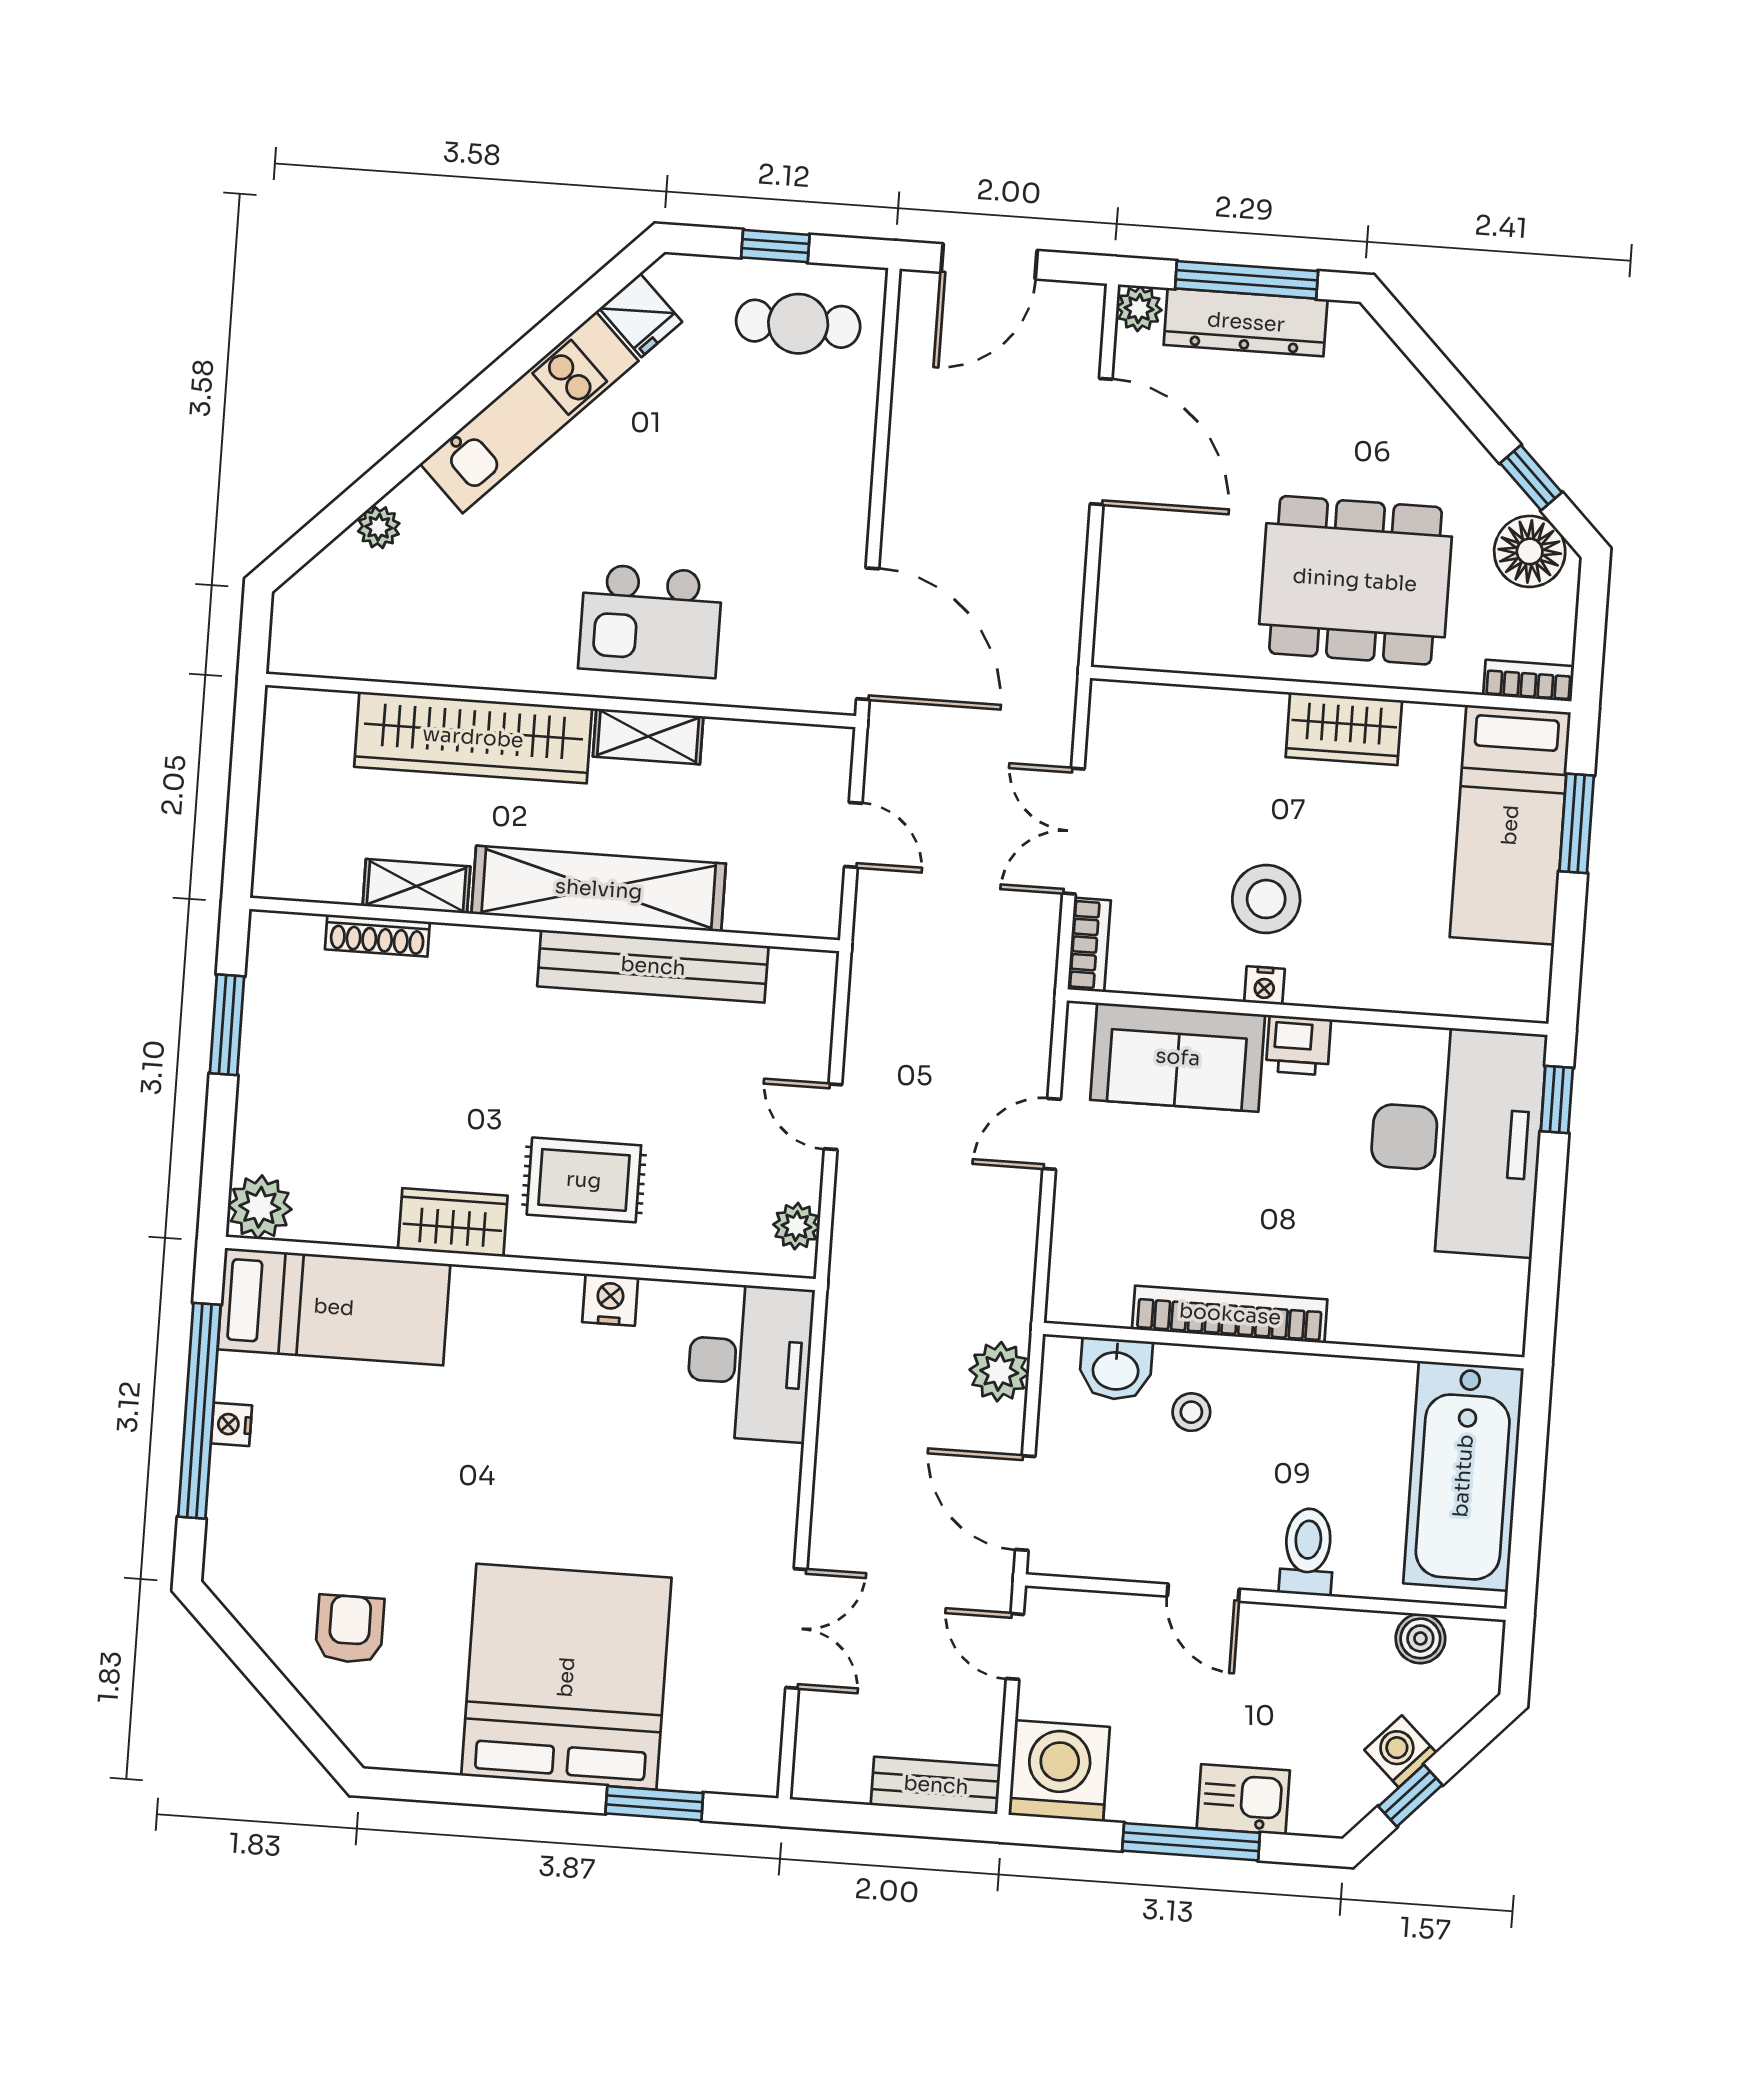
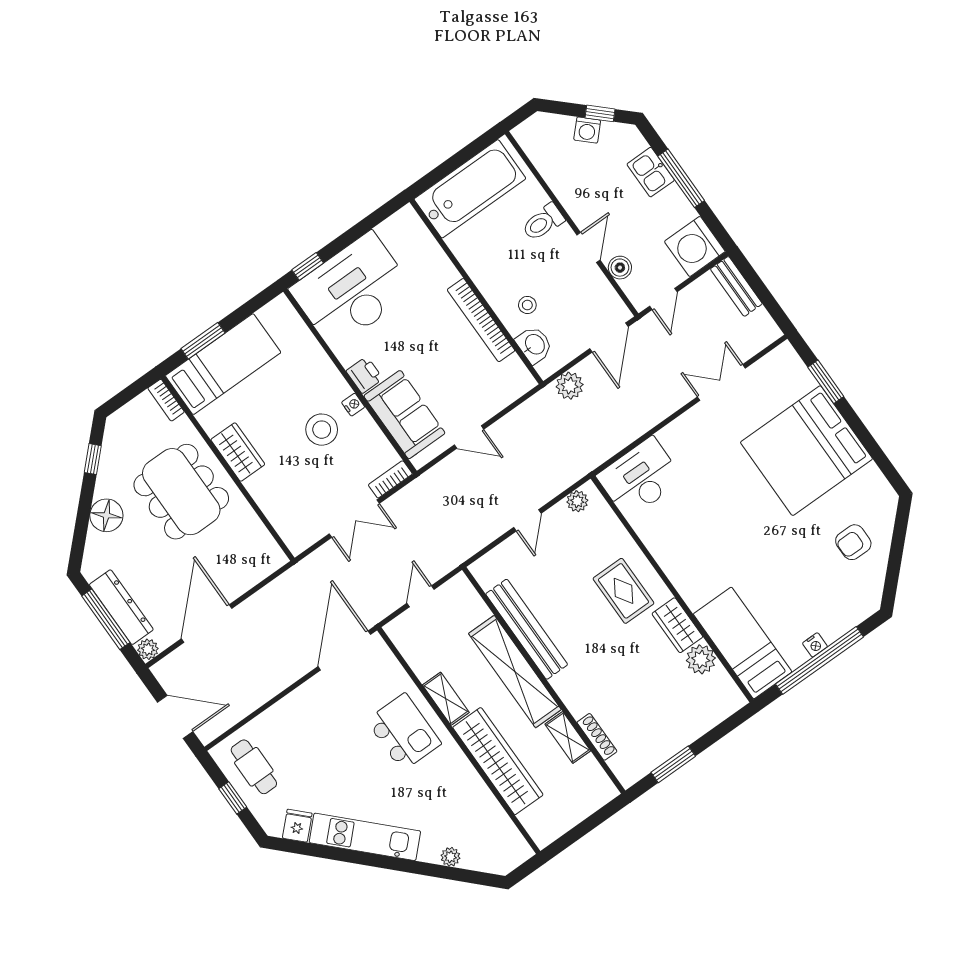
floor lamp: (1530, 551) -> (106, 515), moved
plant: (260, 1207) -> (701, 659), moved
nightstand: (610, 1300) -> (659, 546), removed
boiler: (1420, 1638) -> (620, 268), moved

